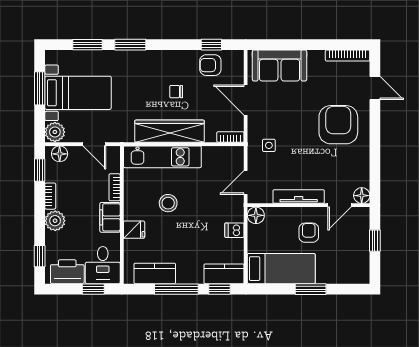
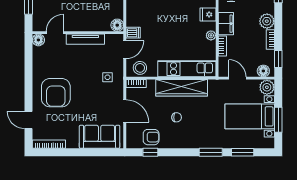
plant: (130, 202) -> (211, 35), added
stool: (168, 203) -> (140, 68), moved
dishwasher: (234, 230) -> (133, 33), moved
armchair: (309, 233) -> (78, 12), removed

